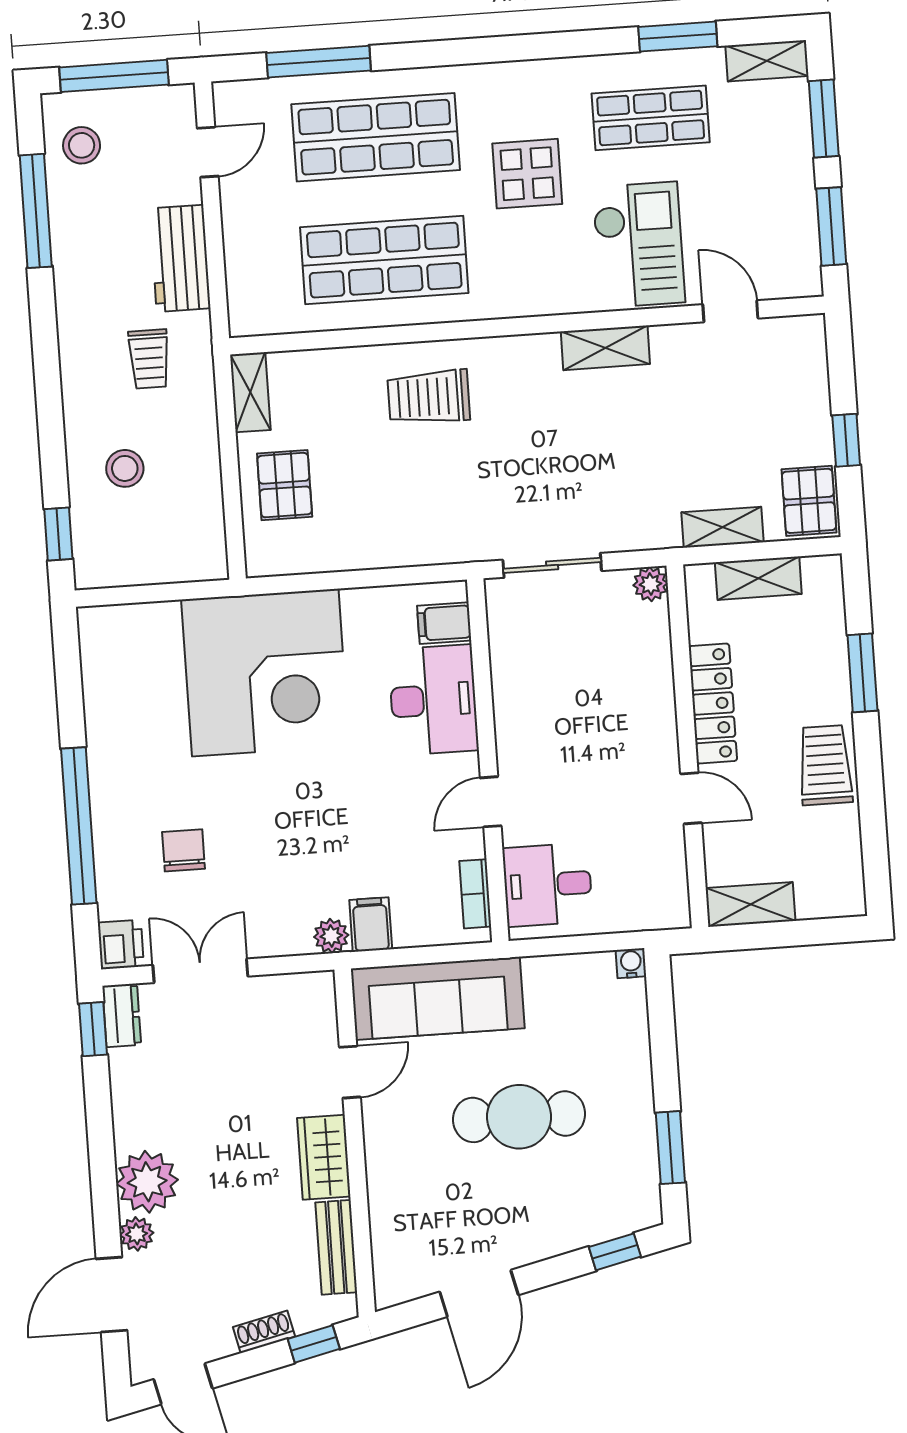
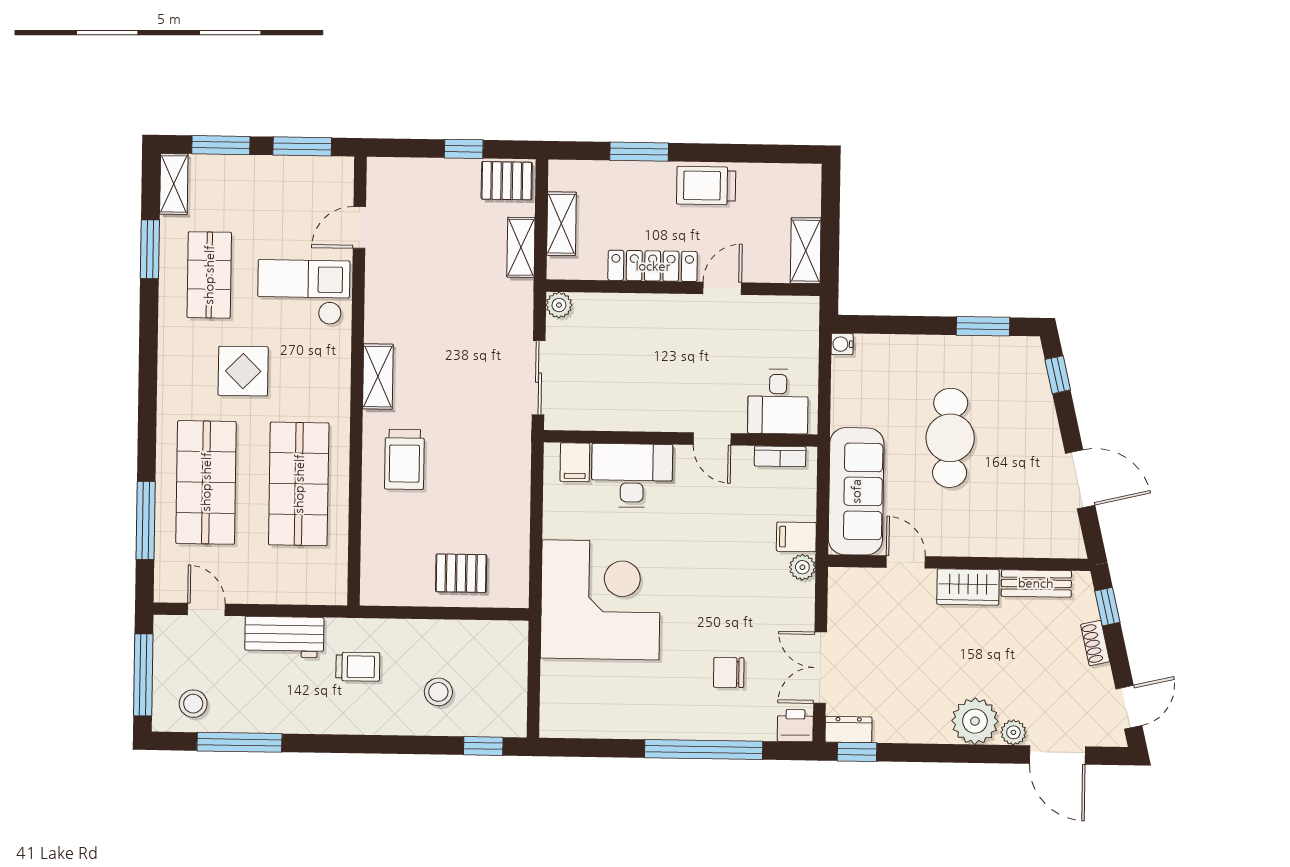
shelving: (605, 348) -> (378, 377), moved
shelving: (250, 392) -> (389, 593), removed

